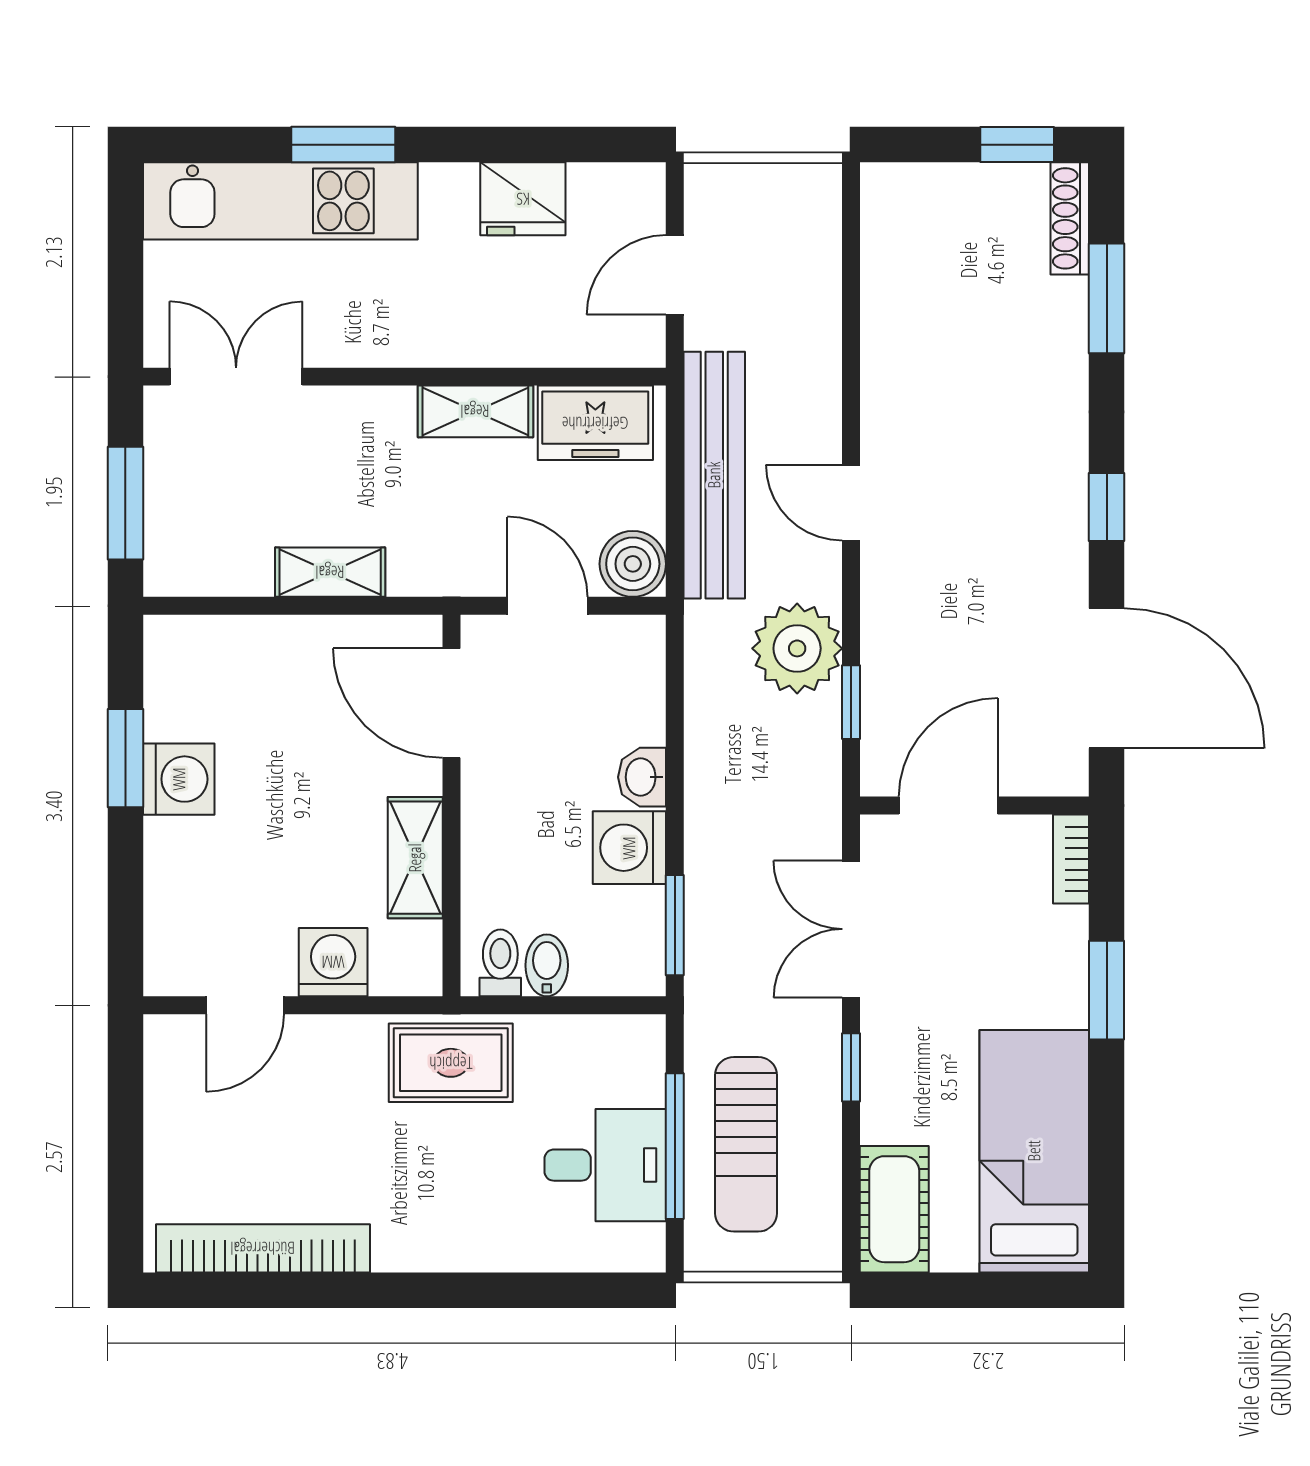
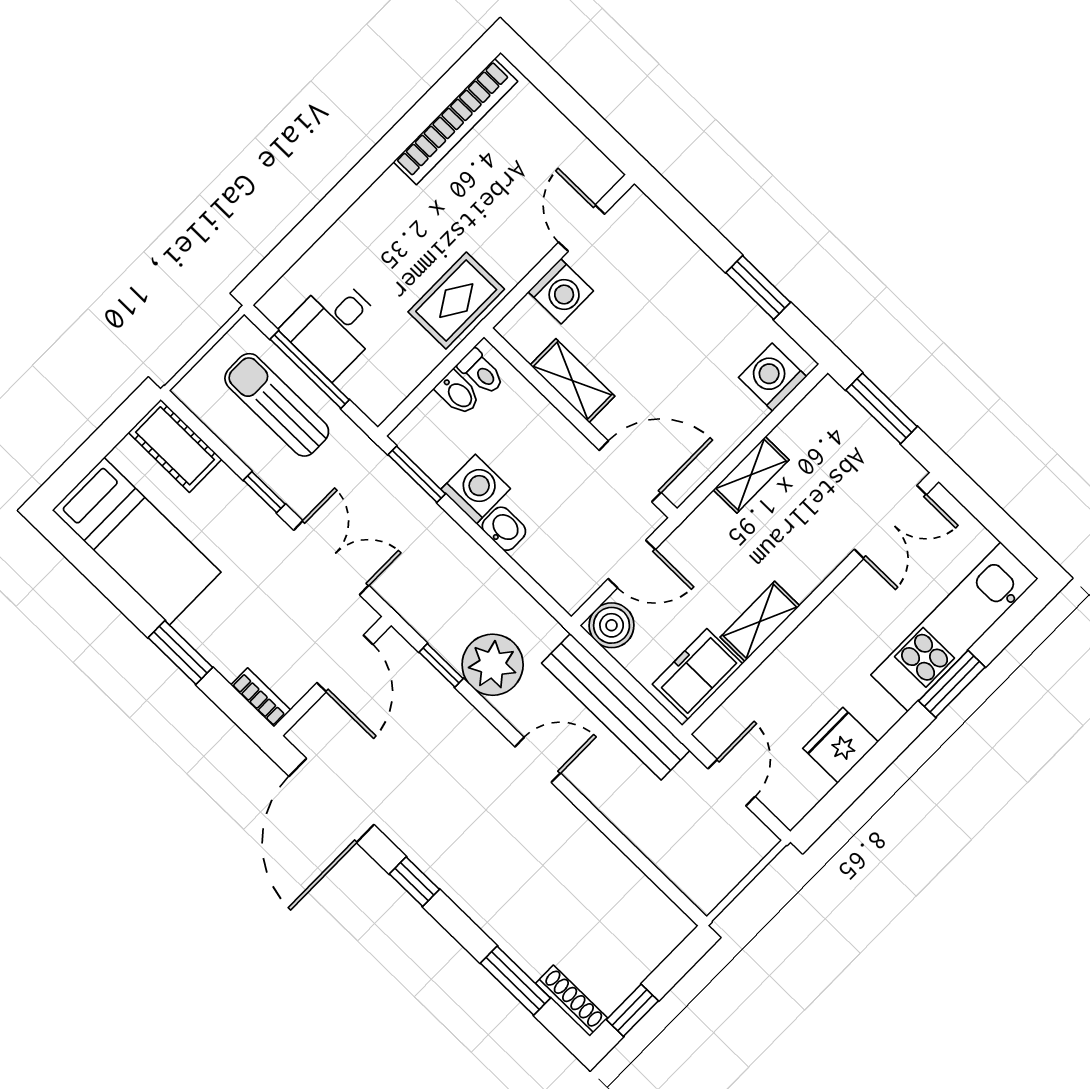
door: (1107, 678) -> (331, 800), hinge flipped
washing machine: (179, 779) -> (773, 377), moved, turned 90

